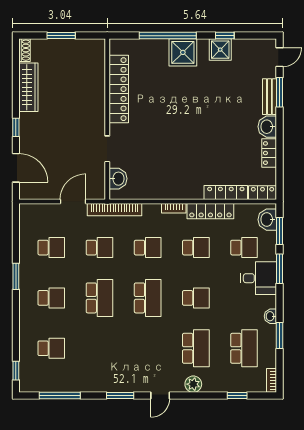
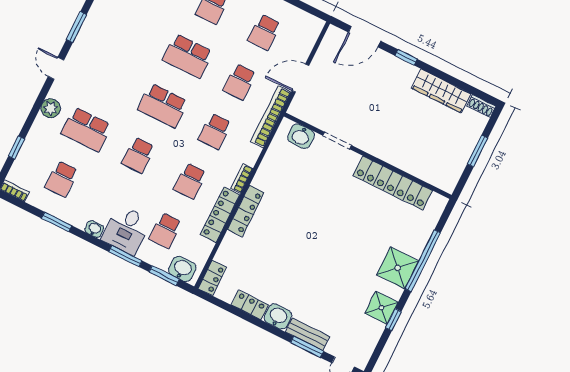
locker: (226, 193) -> (246, 211), moved
door: (73, 202) -> (300, 78), swing flipped
washbasin: (270, 316) -> (94, 229), moved
school desk: (244, 348) -> (62, 179), width x0.54

